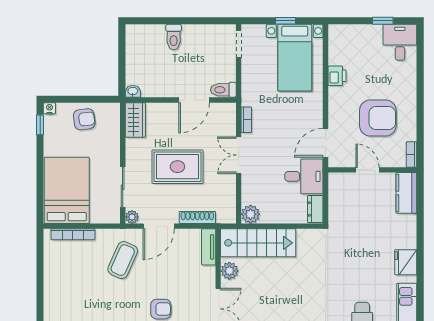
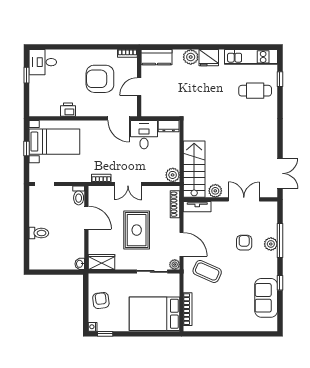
armchair: (378, 118) -> (100, 79), turned -90
shoe rack: (197, 217) -> (175, 204), moved
plant: (407, 238) -> (191, 57), added

